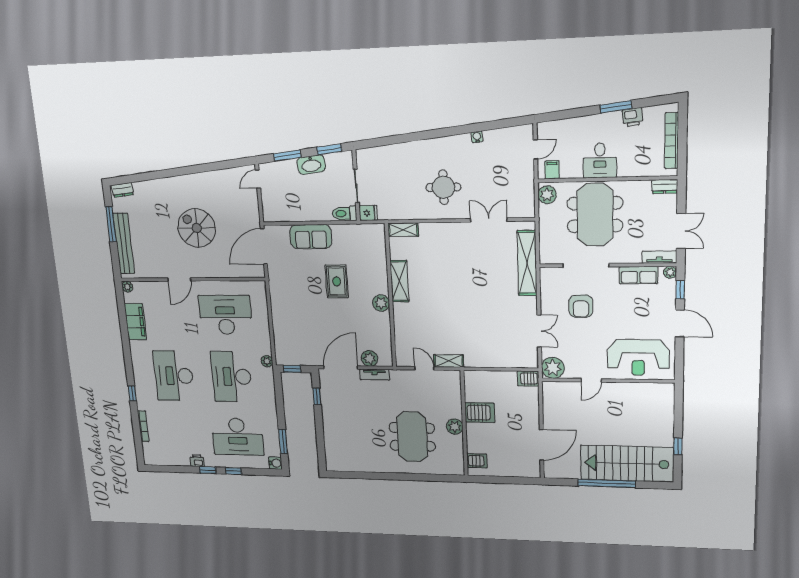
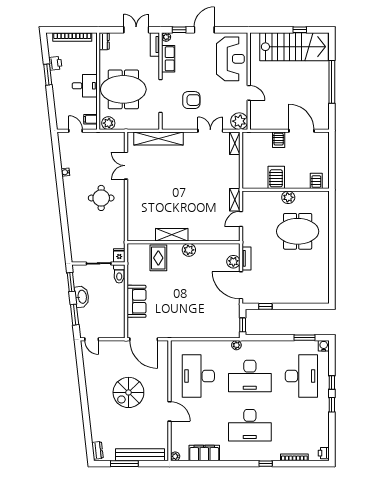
shelving: (403, 230) -> (235, 143), moved
rug: (337, 281) -> (158, 258), moved, turned 90
server rack: (528, 379) -> (279, 140), moved
printer: (197, 461) -> (324, 453), moved
stairs: (627, 463) -> (294, 47), moved, turned -90

